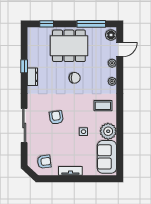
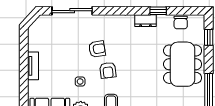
chair: (75, 78) -> (181, 23), moved
sliding door: (24, 126) -> (72, 11), moved
armchair: (44, 162) -> (108, 70), moved

